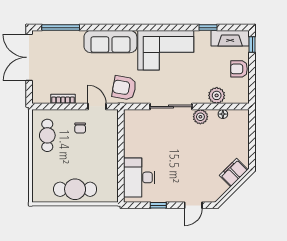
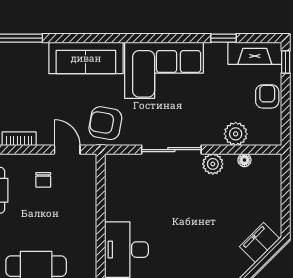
armchair: (239, 69) -> (267, 96), turned 90

